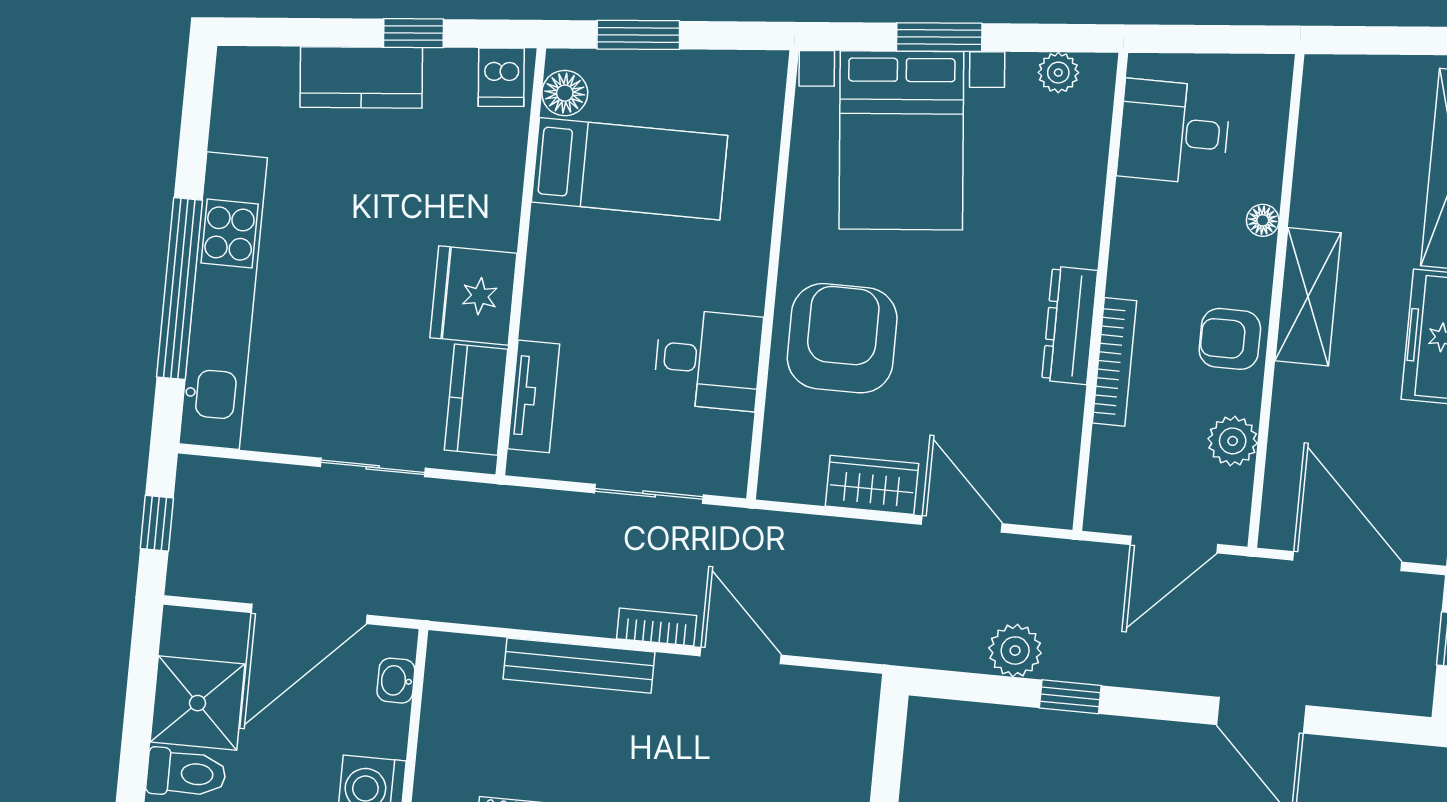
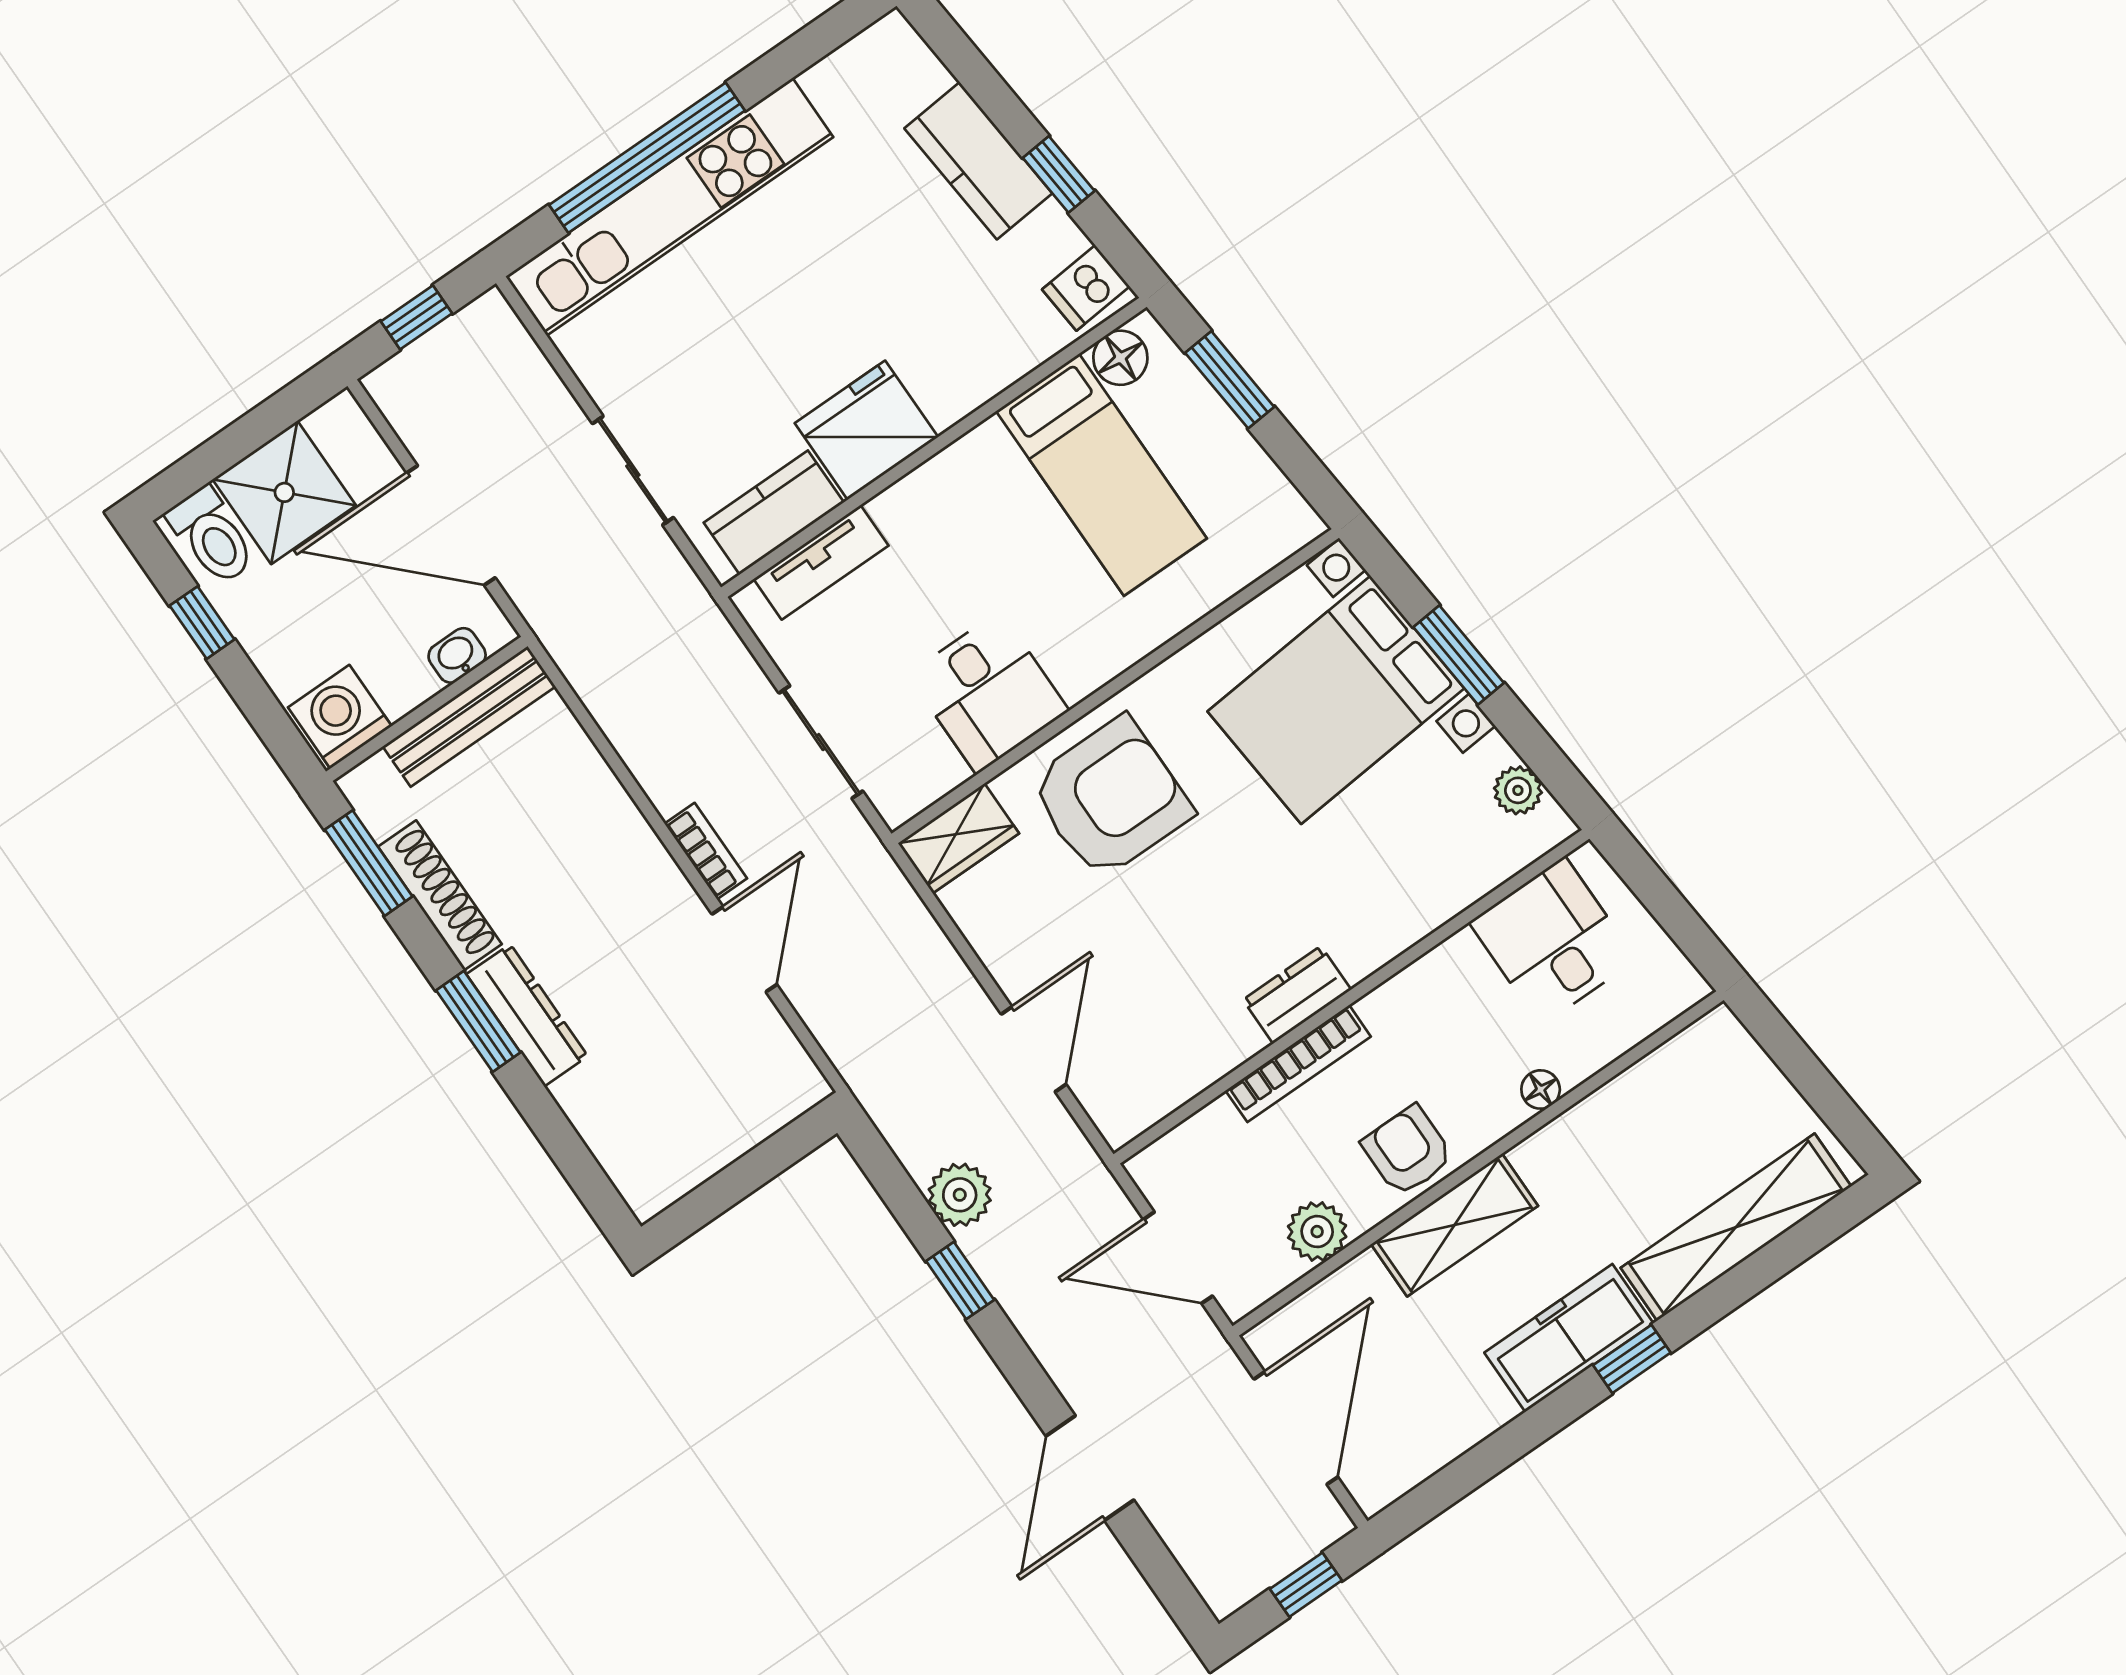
shelving: (1308, 297) -> (1455, 1225), moved
dresser: (1070, 325) -> (1297, 995), width x0.70
wardrobe: (872, 485) -> (959, 838), moved, turned 90
bench: (579, 666) -> (469, 716), moved, turned 90

